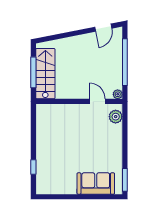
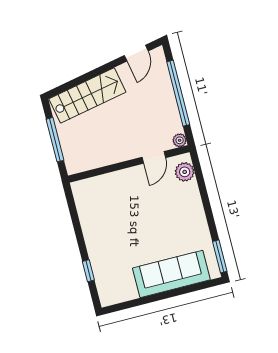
stairs: (45, 74) -> (87, 95), moved, turned 79
door: (97, 101) -> (154, 157), swing flipped
sofa: (96, 184) -> (171, 274), width x1.36

